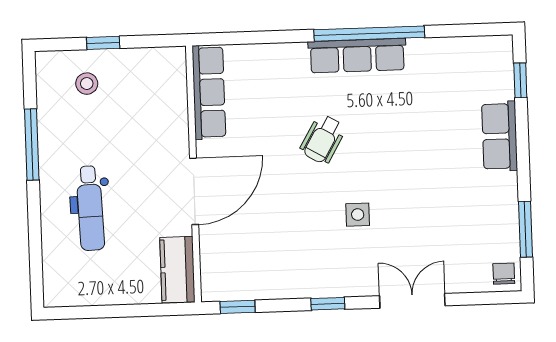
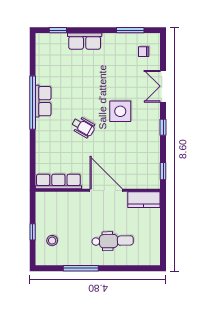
row of seats: (357, 56) -> (43, 101), width x0.68
side table: (358, 215) -> (120, 111), width x1.87, depth x1.87
chair: (504, 274) -> (144, 52), moved

